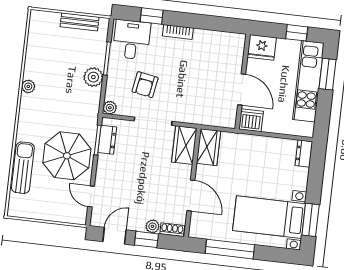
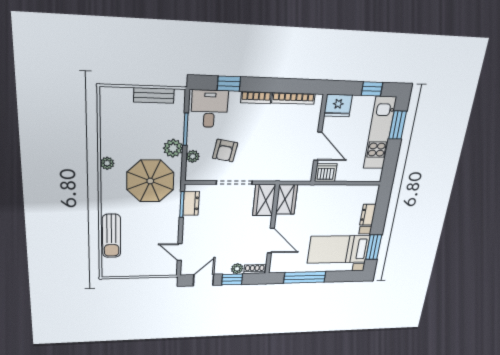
bookcase: (215, 36) -> (293, 98), added
plant: (110, 108) -> (193, 156), moved
dresser: (304, 154) -> (368, 215), moved
parasol: (67, 156) -> (150, 181), moved
sun lounger: (23, 168) -> (112, 236), turned 180

